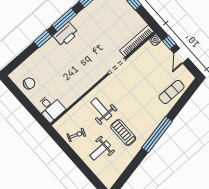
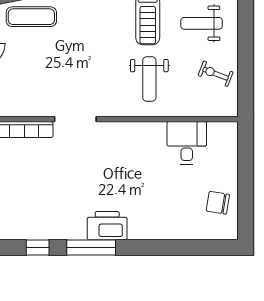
window: (43, 39) -> (144, 248), removed
desk: (50, 108) -> (187, 143), moved
weight bench: (100, 150) -> (202, 23), turned 180

